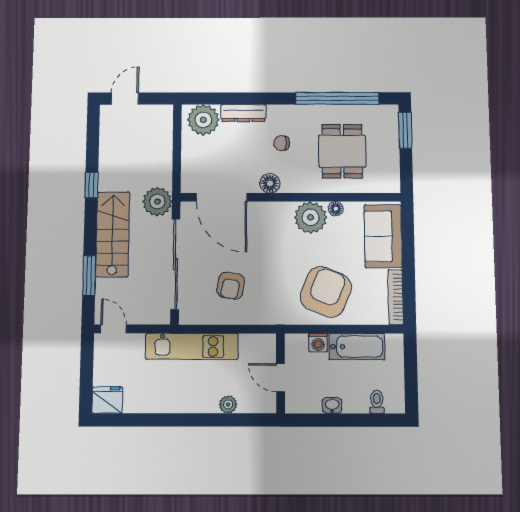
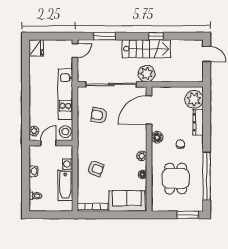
dining table: (342, 151) -> (176, 179), turned 90
plant: (311, 217) -> (142, 156), width x0.53, depth x0.53
stairs: (113, 234) -> (146, 49), moved
armchair: (326, 292) -> (96, 168), width x0.53, depth x0.53
stool: (260, 347) -> (65, 132), added
plant: (228, 404) -> (34, 131), moved

